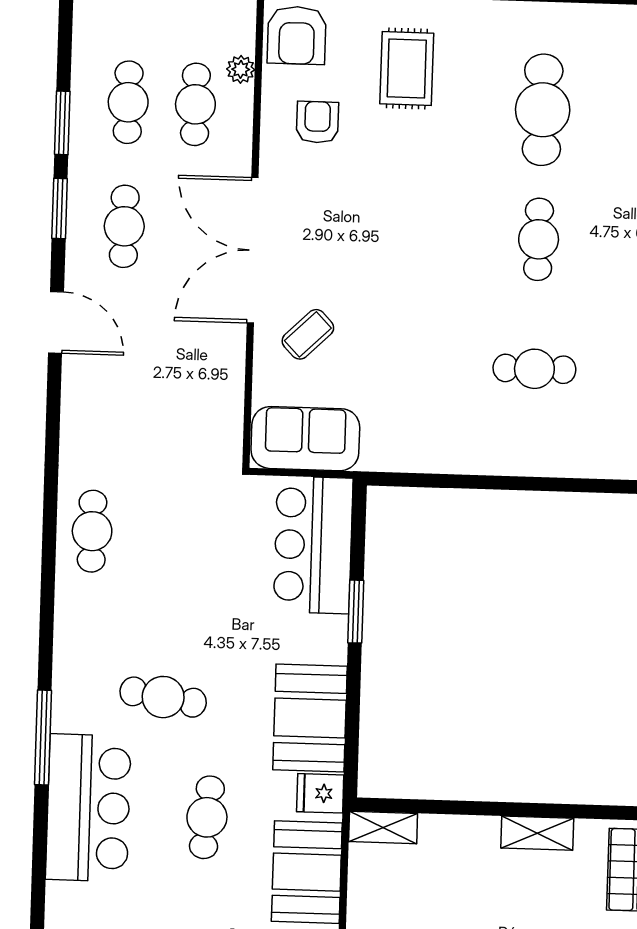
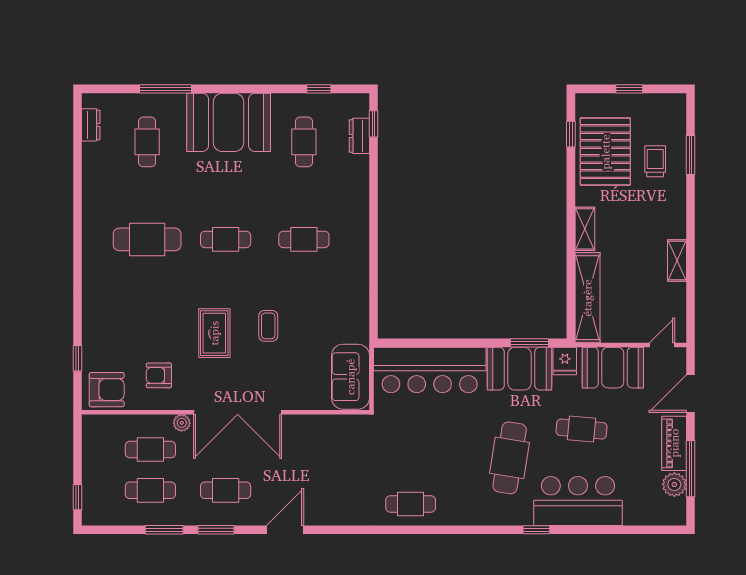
plant: (241, 69) -> (182, 423), moved
rug: (407, 69) -> (214, 333), moved, turned 90
coffee table: (308, 334) -> (268, 326), moved, turned 44
cafe table: (534, 369) -> (304, 239), turned 90
bar counter: (313, 545) -> (430, 370), width x1.36
window: (356, 612) -> (529, 343), moved
cafe table: (163, 697) -> (510, 458), width x1.37, depth x1.35
window: (43, 737) -> (536, 530), width x0.46
shelving: (383, 828) -> (587, 298), width x2.20, depth x1.33

